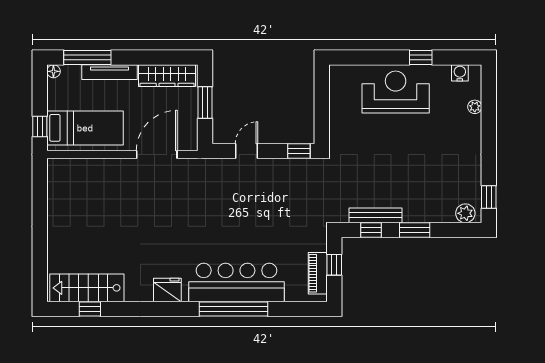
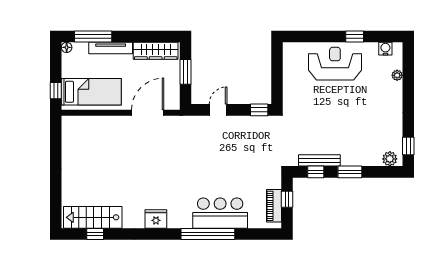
bar counter: (236, 282) -> (220, 213), width x0.73

